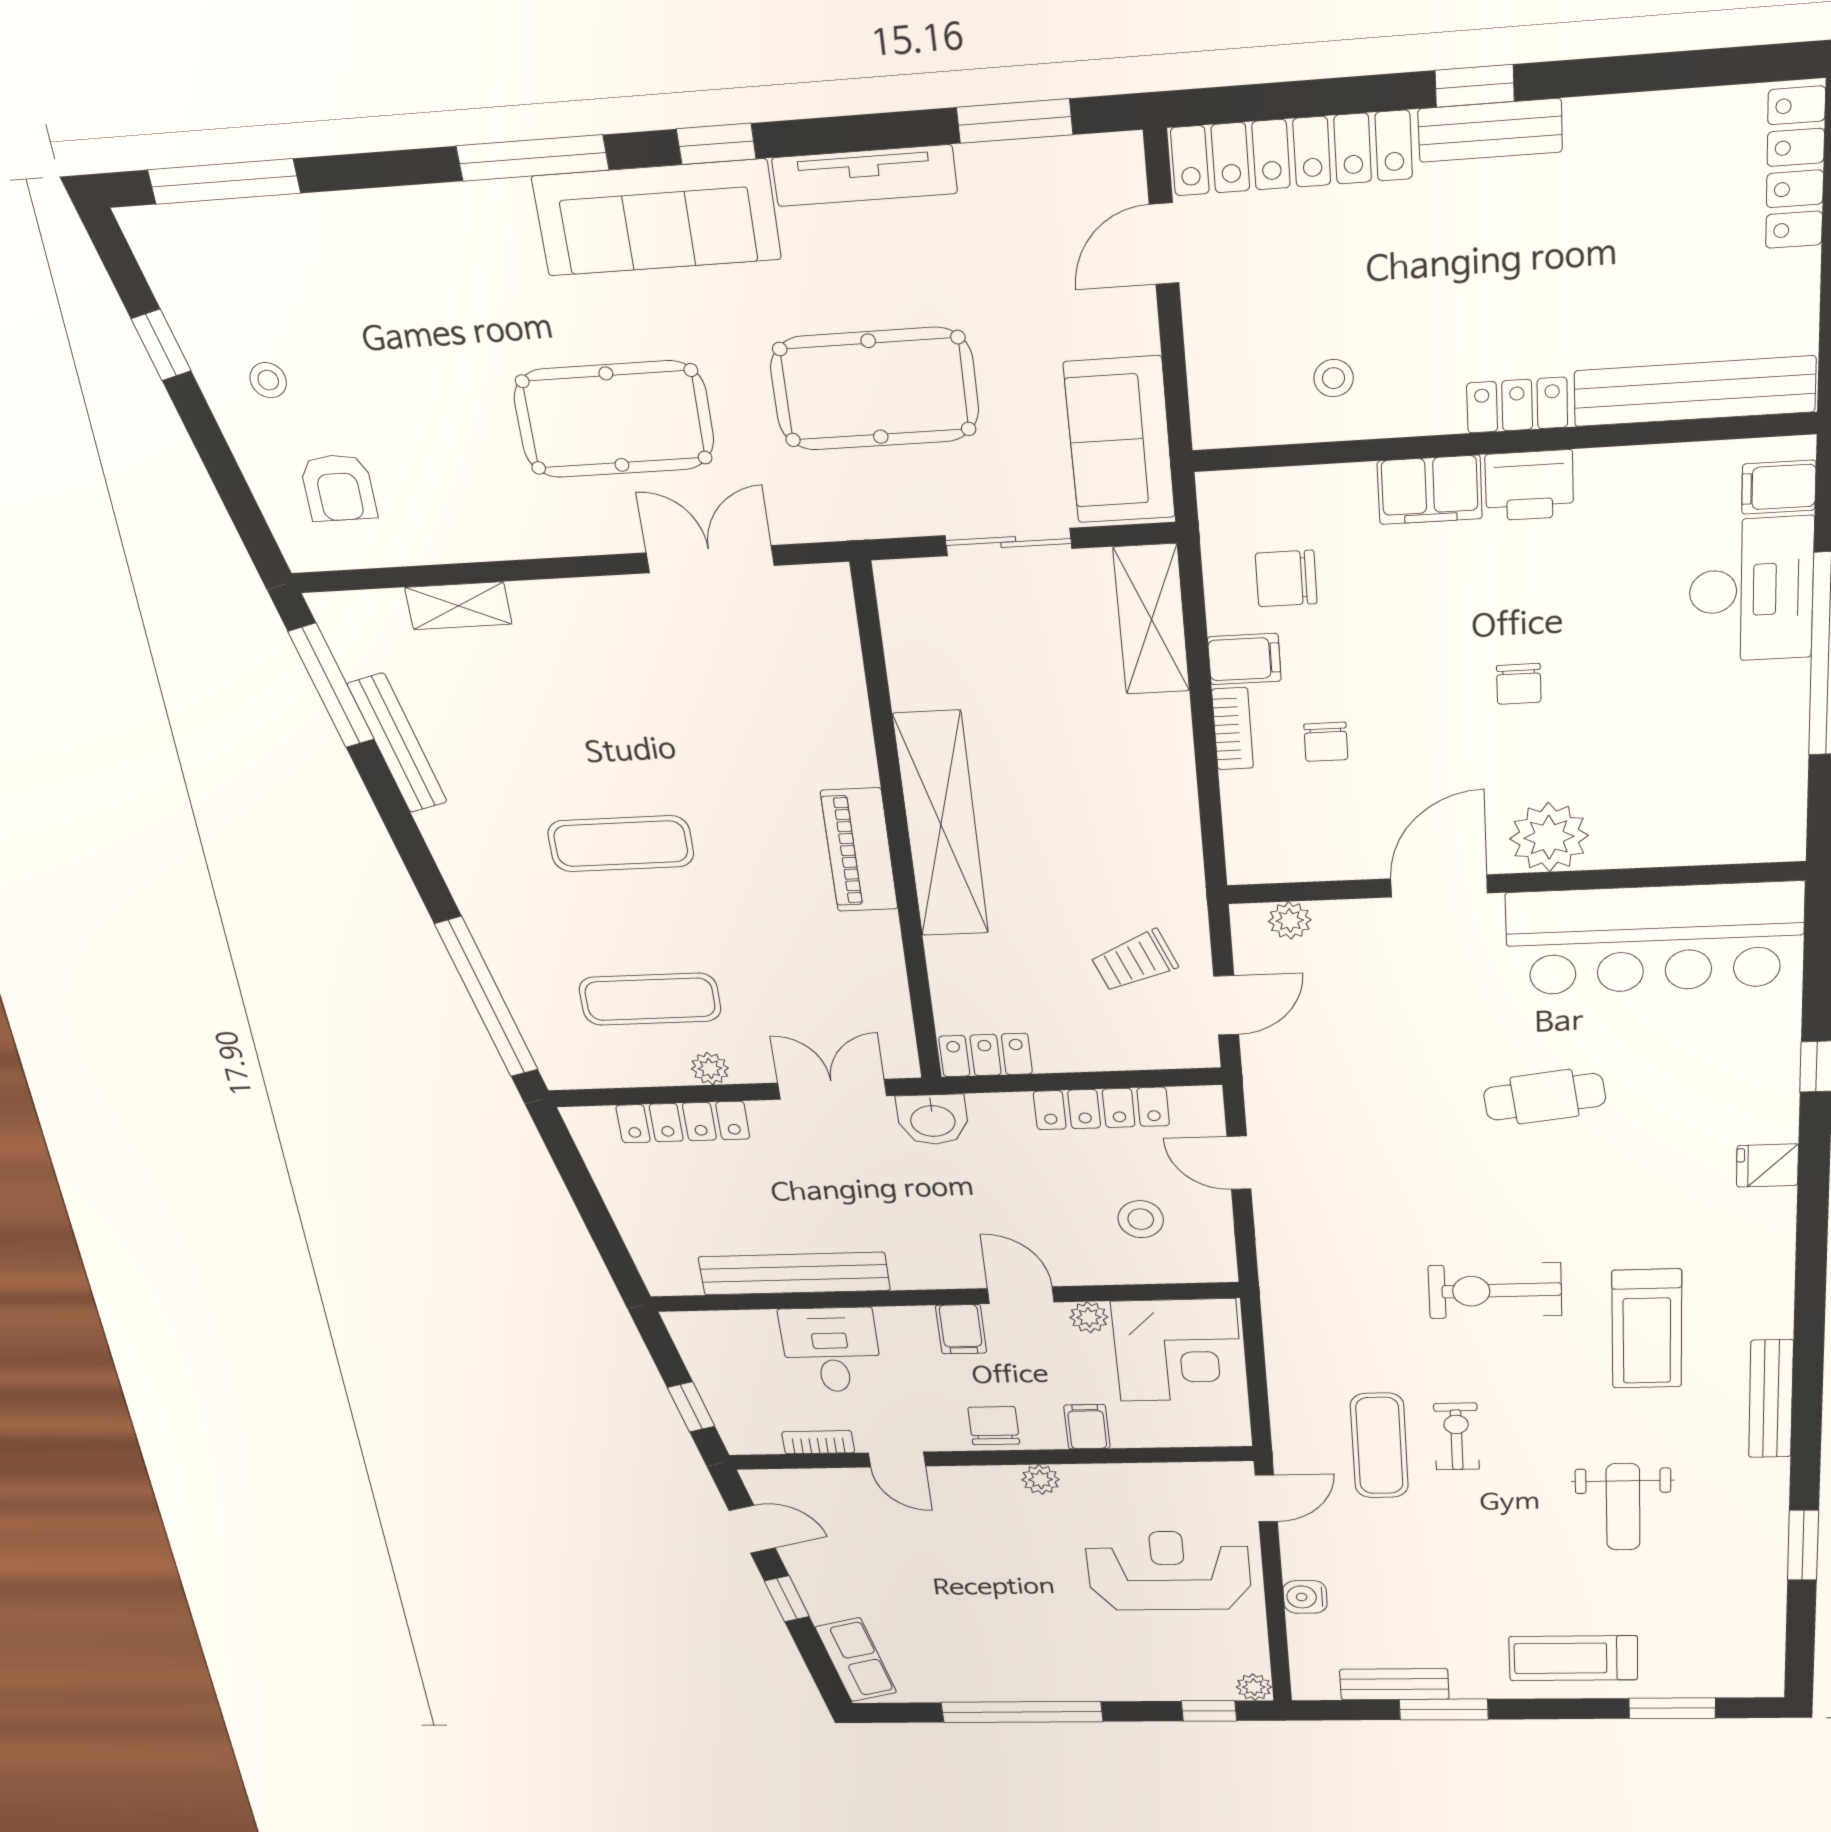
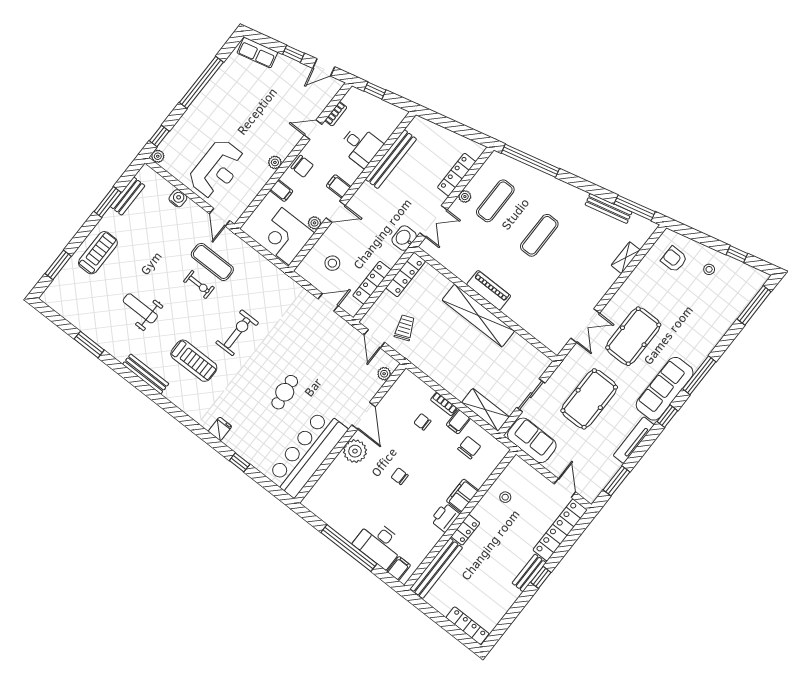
locker: (986, 1055) -> (406, 275), width x1.53
treadmill: (1647, 1329) -> (194, 361), turned 180

